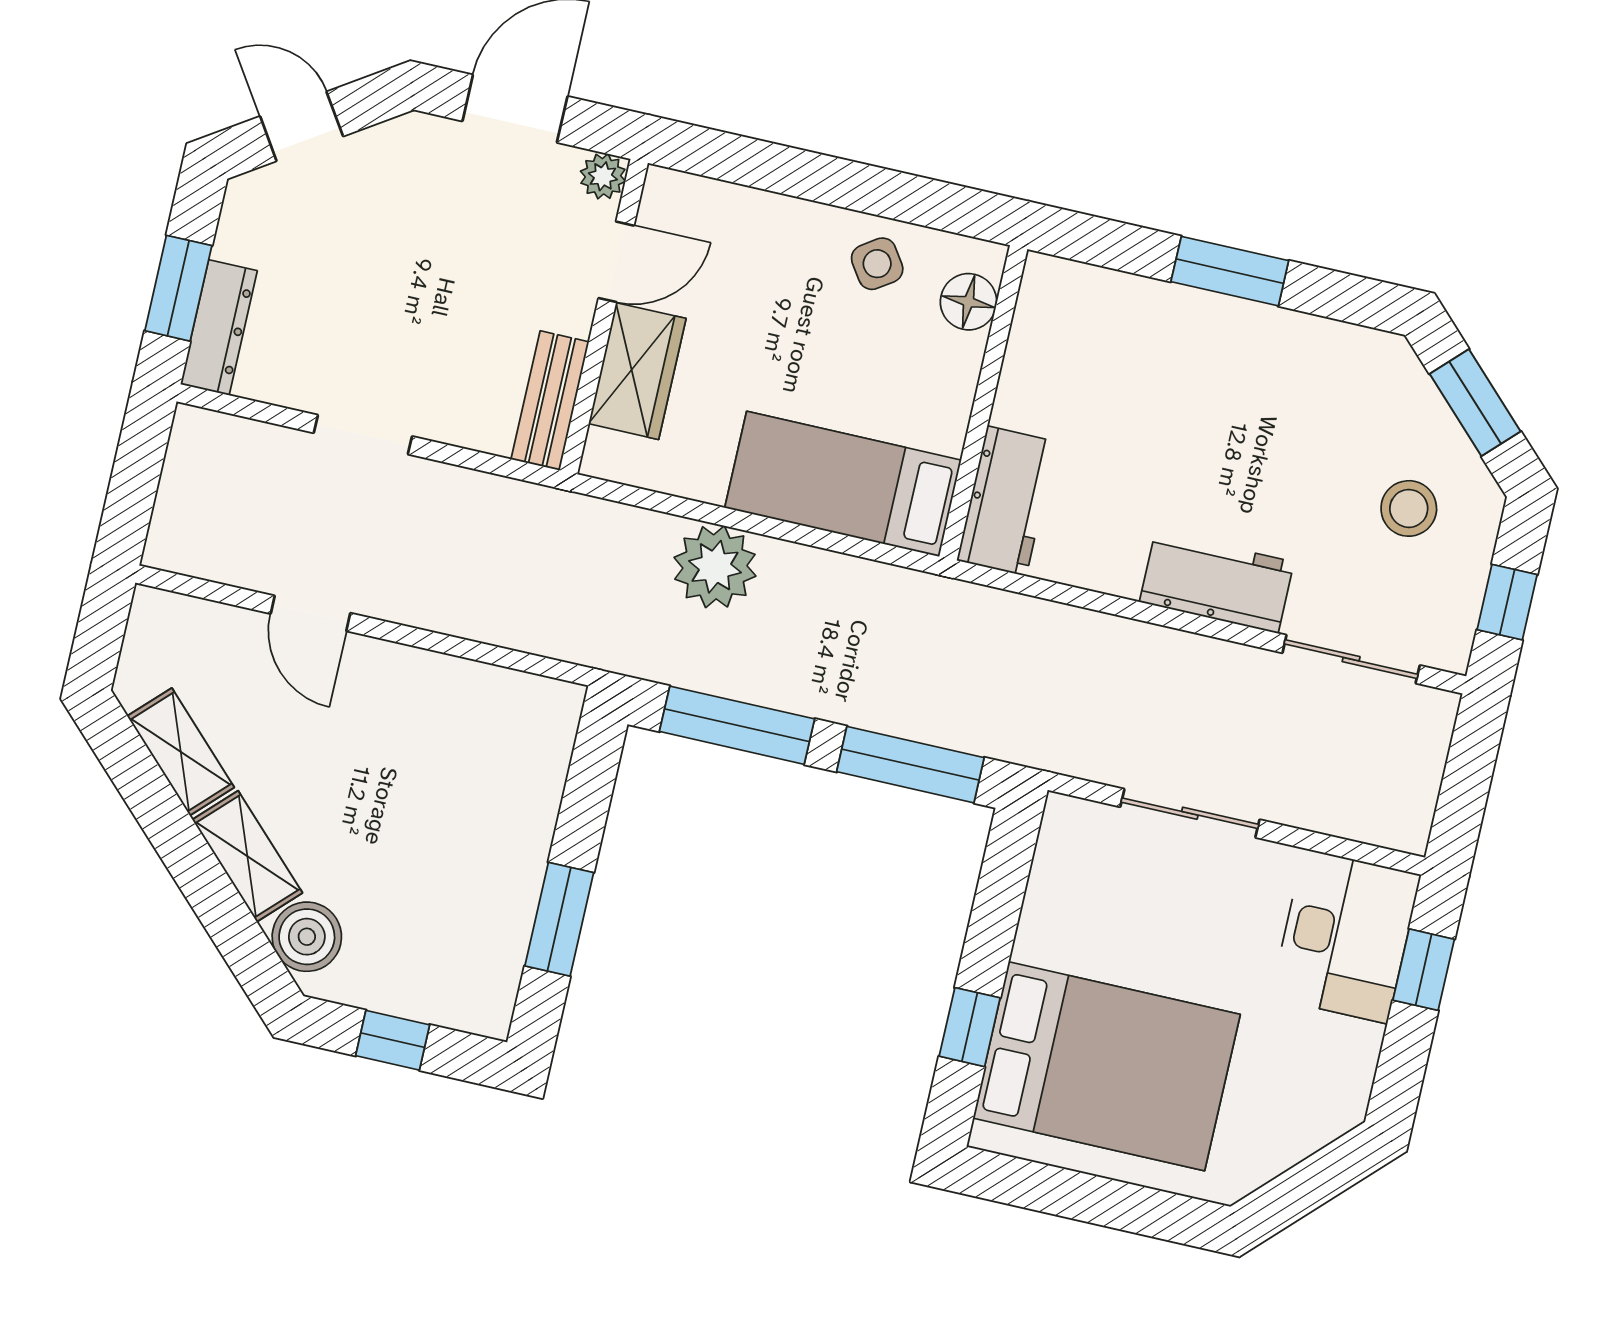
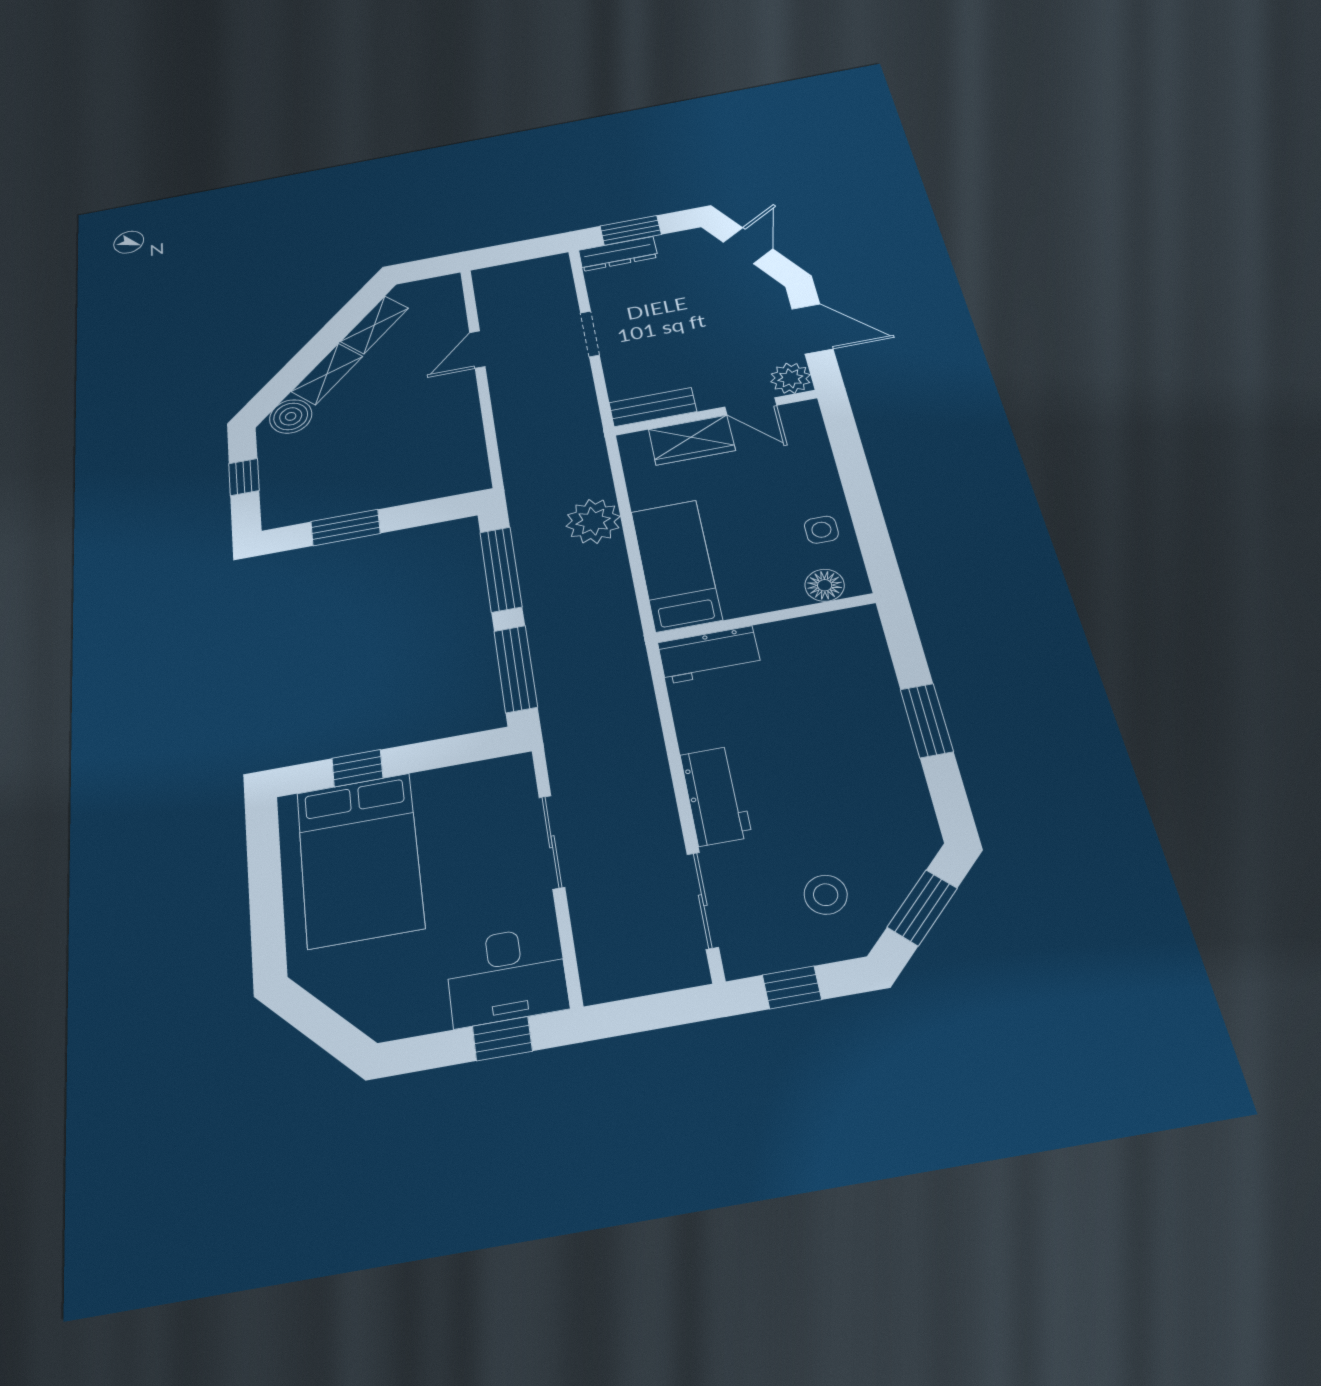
plant: (603, 176) -> (790, 378), width x1.38, depth x1.38
side table: (877, 264) -> (821, 530), turned 34

